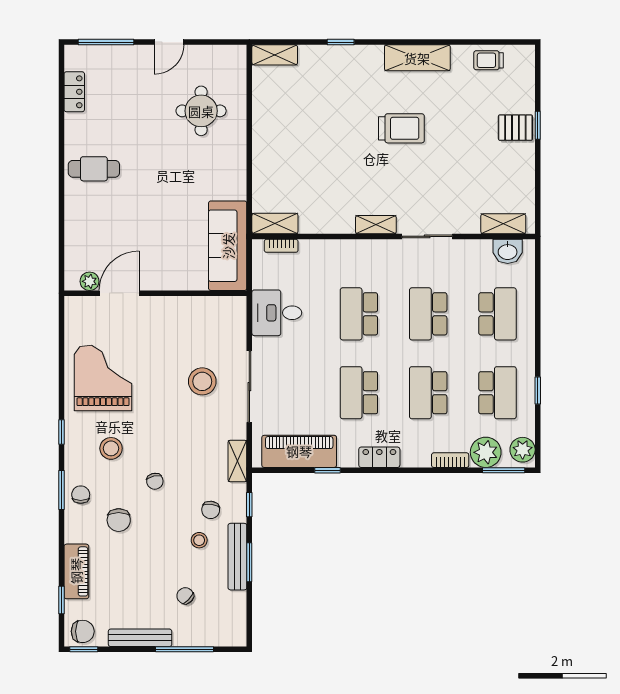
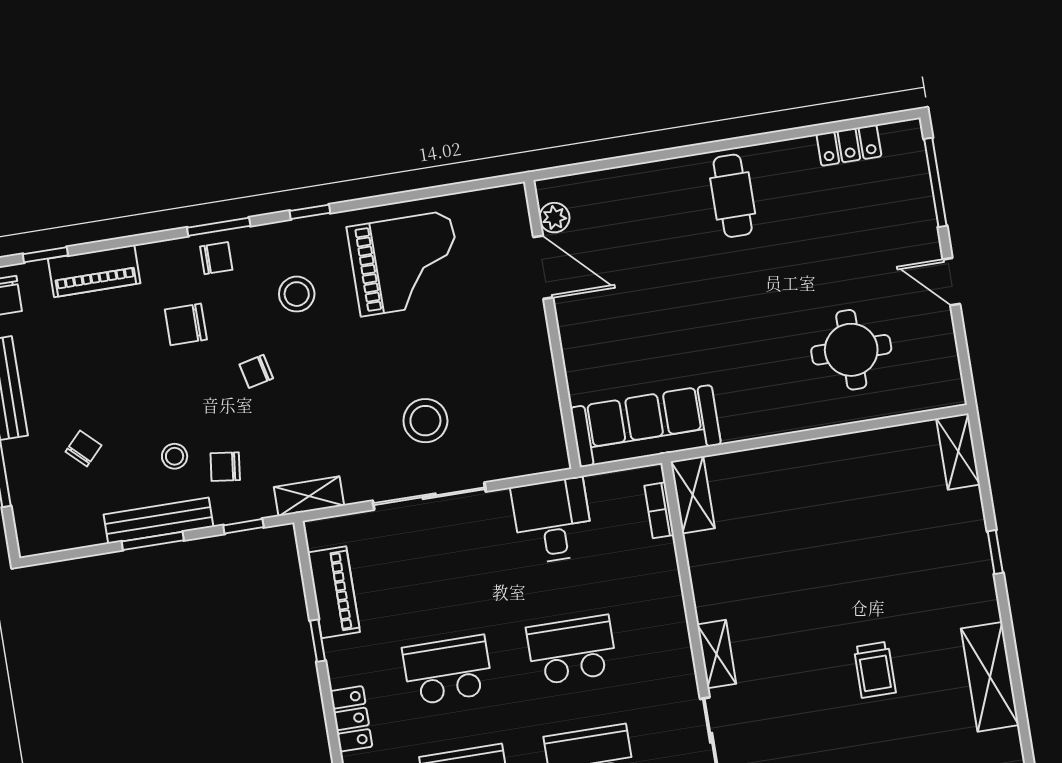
trolley: (401, 128) -> (875, 670), width x0.73, depth x0.72
piano: (299, 451) -> (334, 592), width x0.73, depth x0.75

